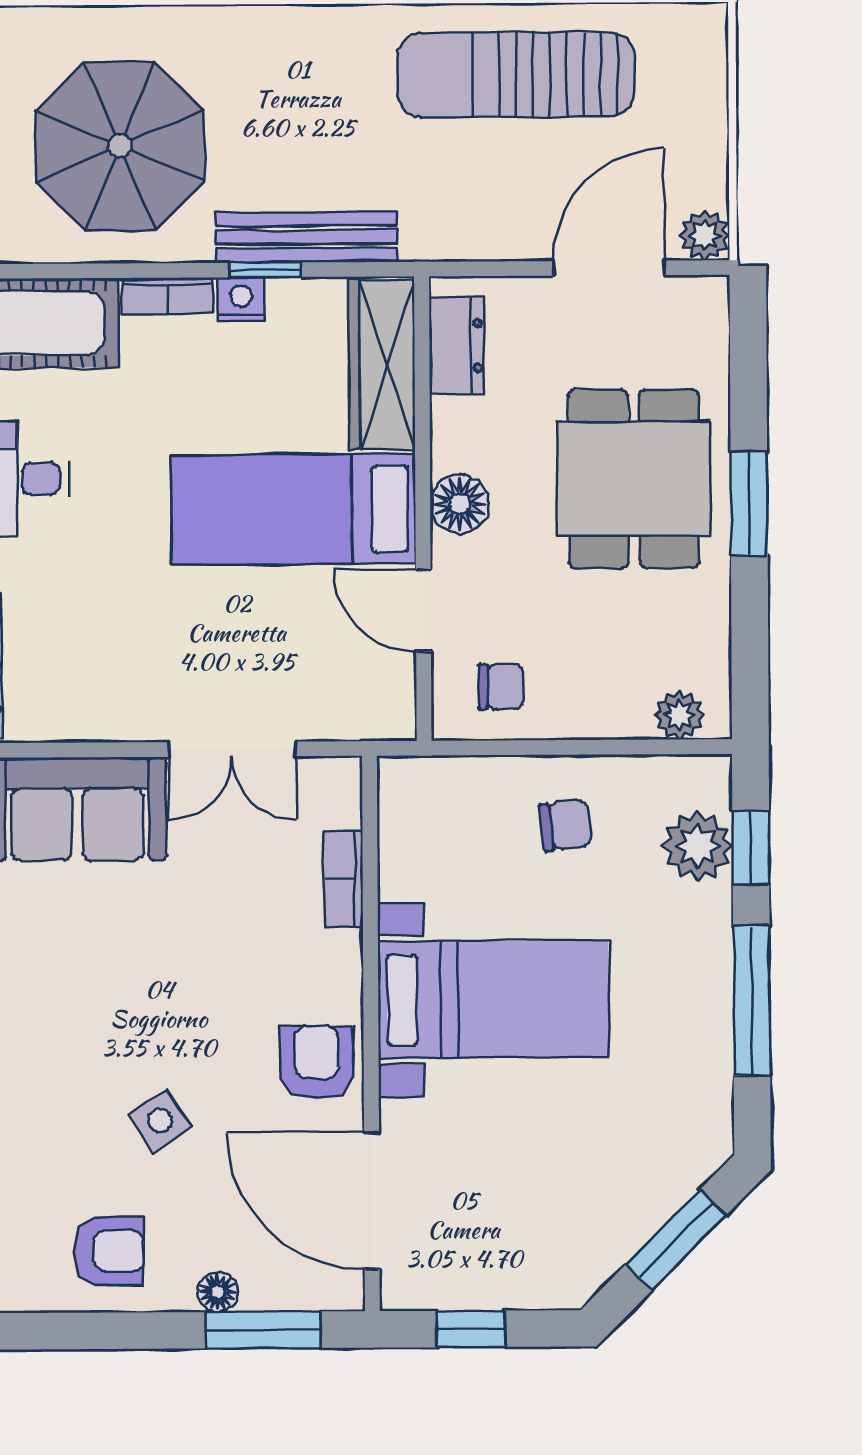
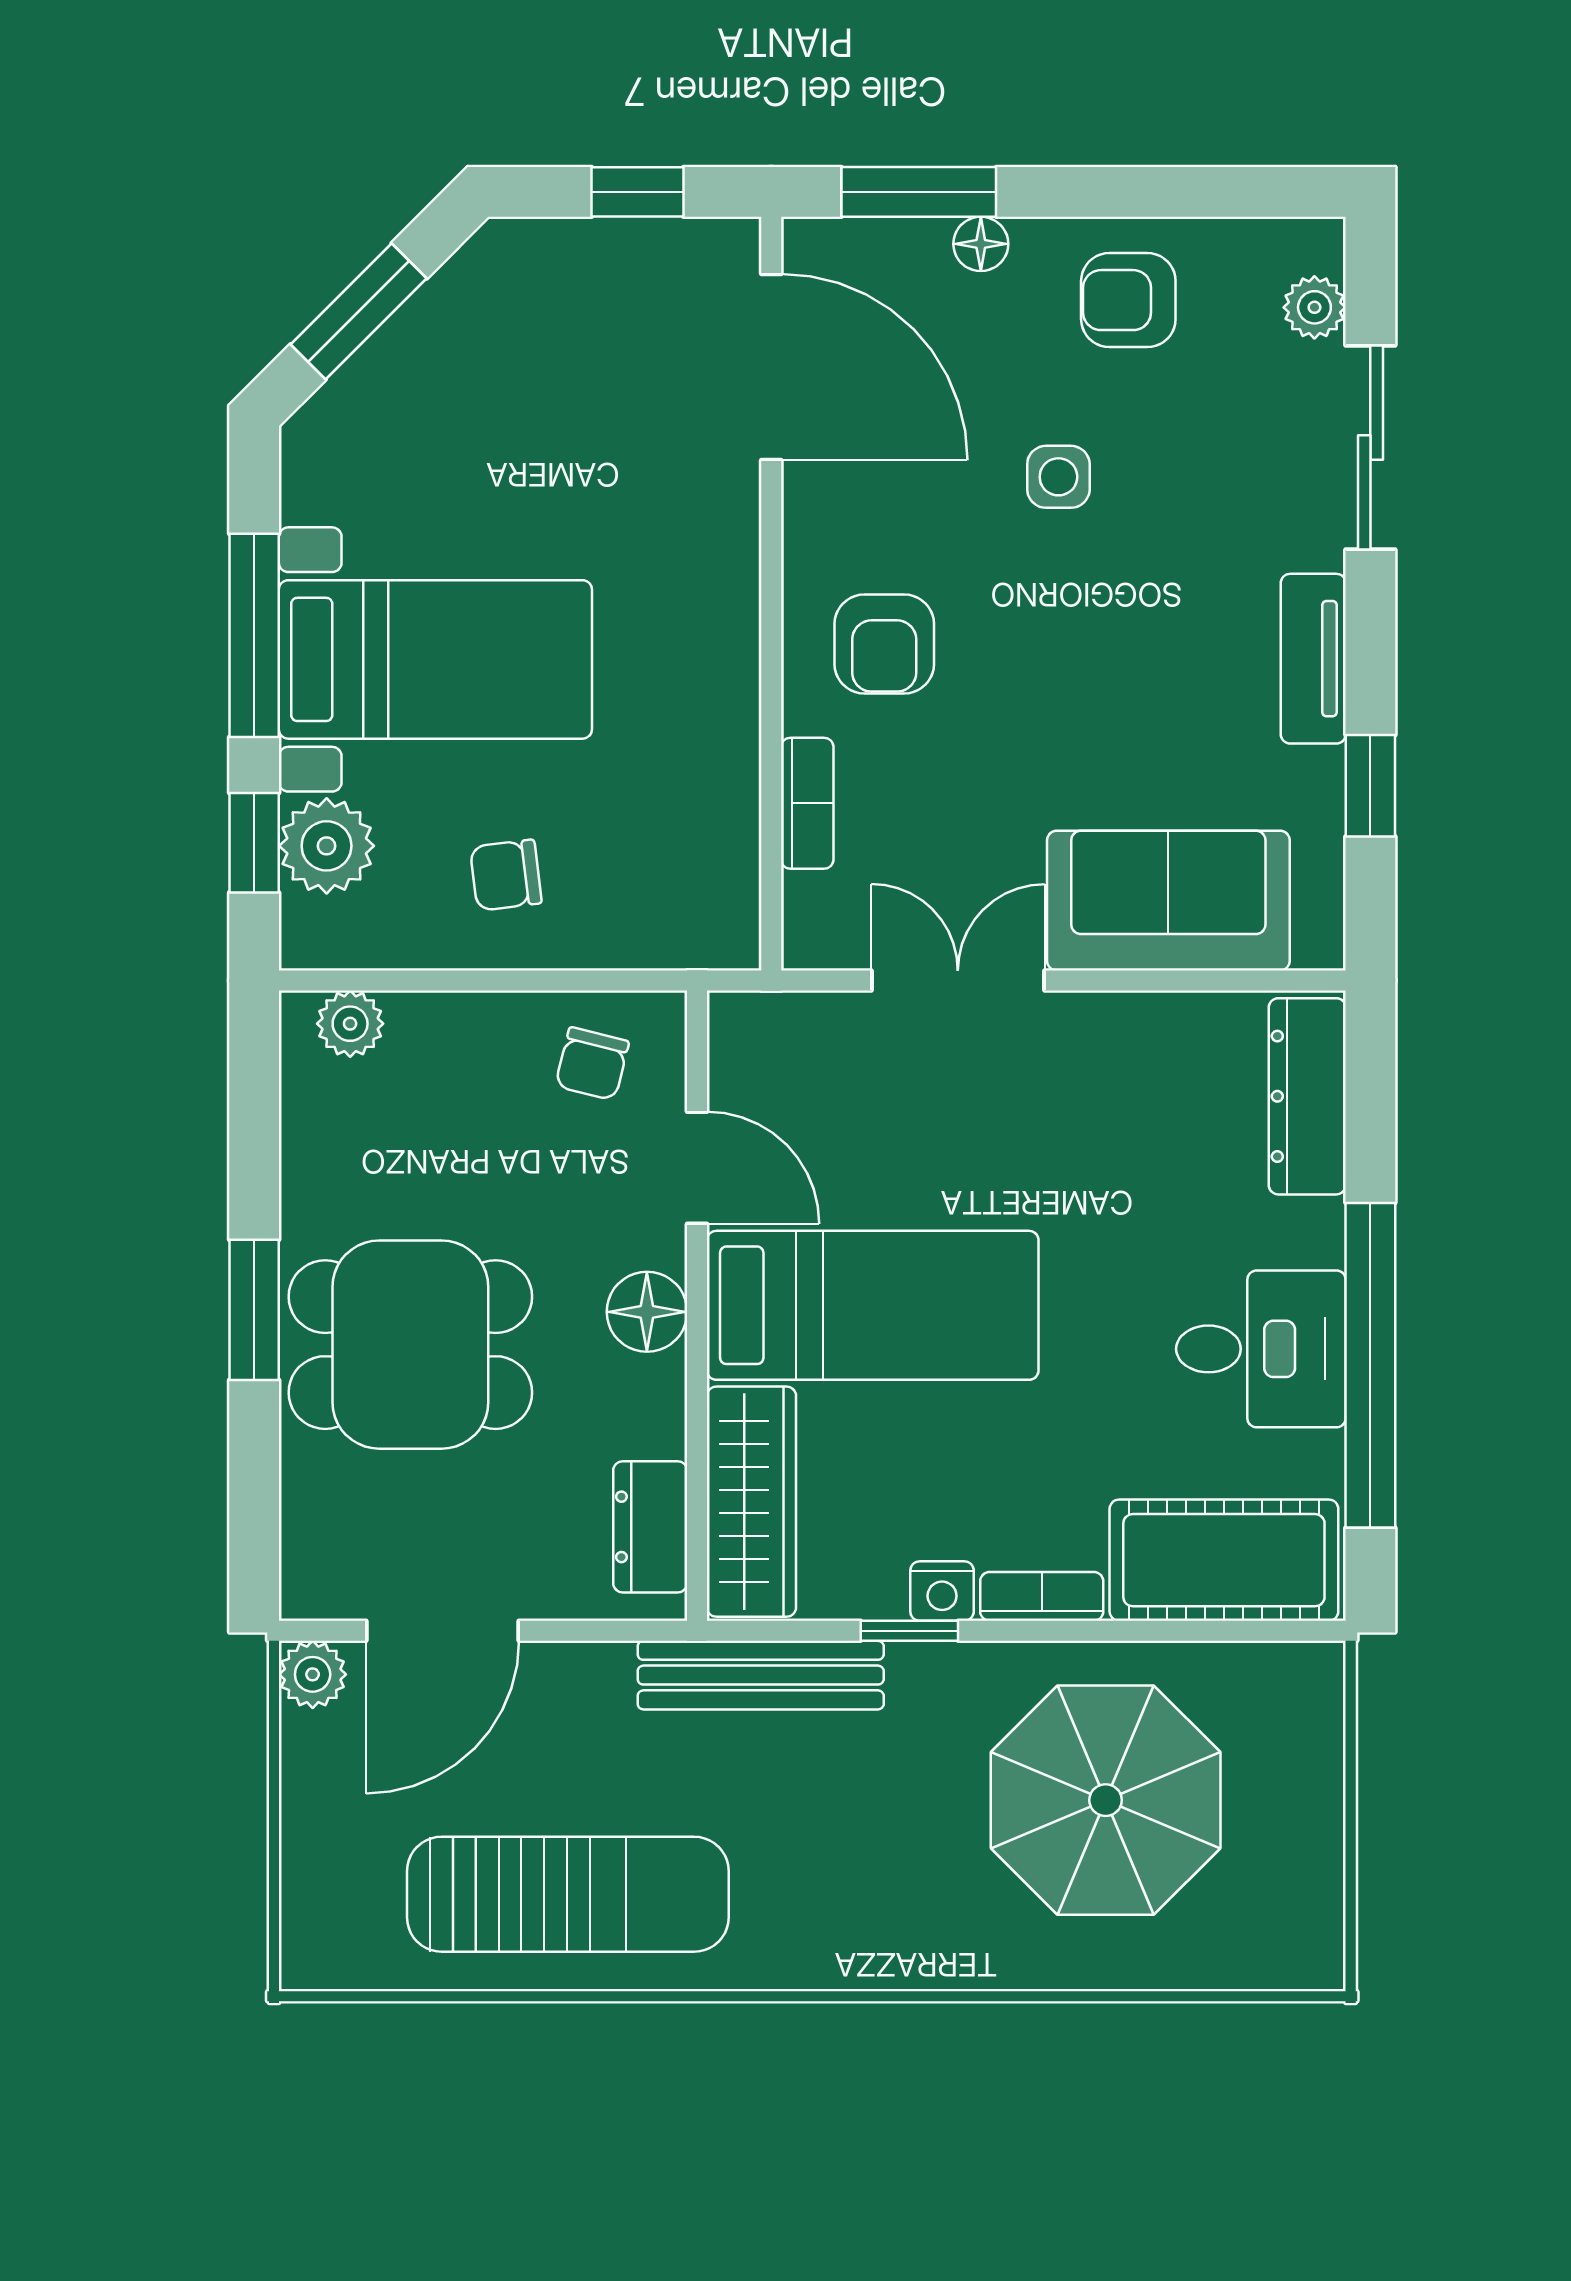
bench: (306, 237) -> (761, 1675), moved
dining table: (634, 479) -> (410, 1345), turned 90
chair: (501, 686) -> (592, 1064), turned -76
bed with nightstands: (493, 1000) -> (435, 659), moved, turned 180
armchair: (317, 1063) -> (884, 644), moved
side table: (160, 1121) -> (1058, 477), turned 33

